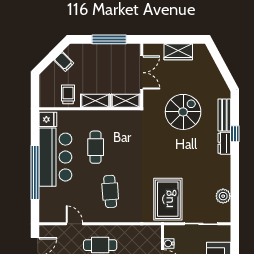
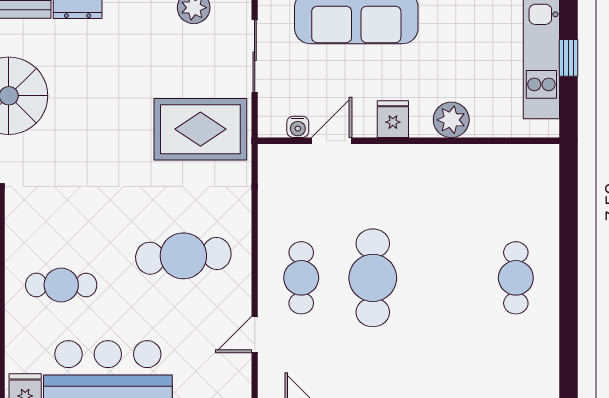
cafe table: (96, 147) -> (61, 285), moved
cafe table: (110, 191) -> (183, 256), width x1.37, depth x1.35

